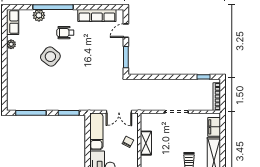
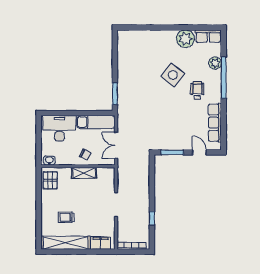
plant: (11, 44) -> (185, 39), width x1.87, depth x1.87
window: (204, 77) -> (152, 218), moved
window: (31, 113) -> (115, 55), removed

